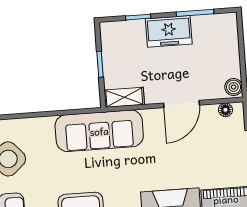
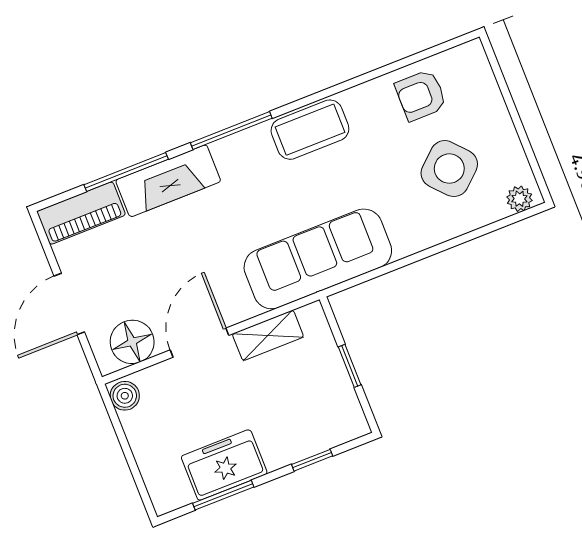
freezer: (169, 31) -> (224, 465), moved
shelving: (124, 97) -> (268, 335), moved
floor lamp: (225, 110) -> (132, 342), width x1.89, depth x1.89

